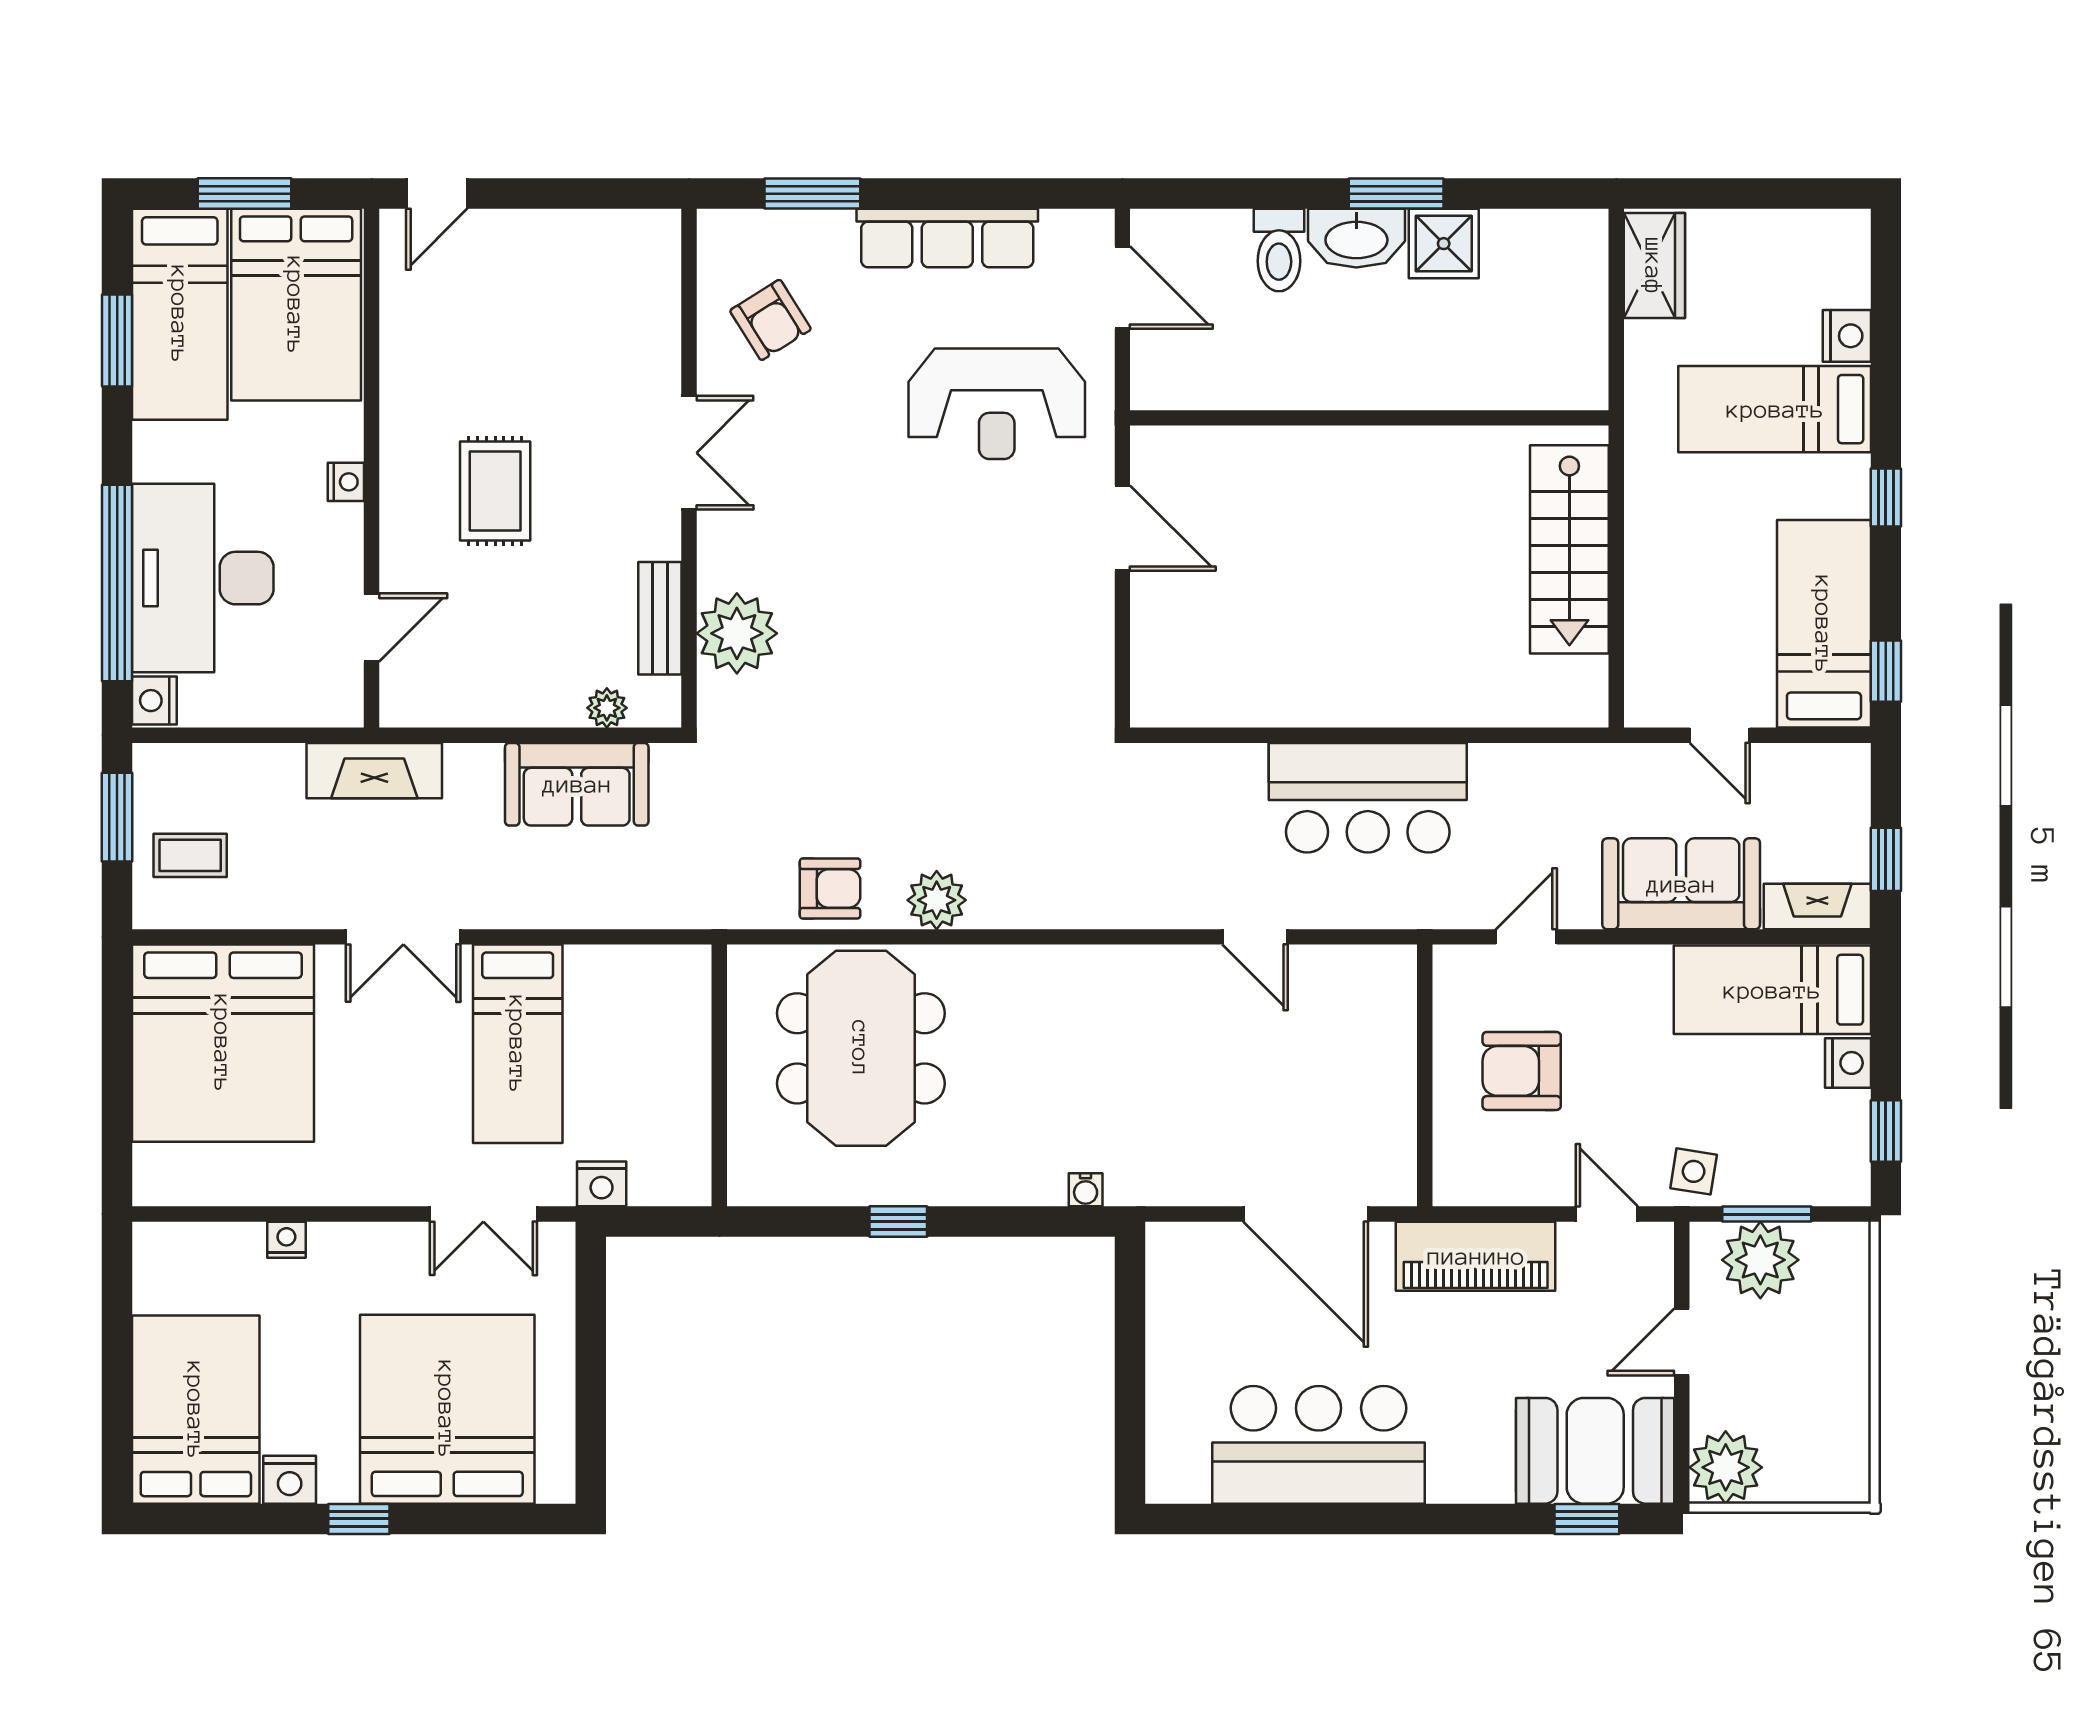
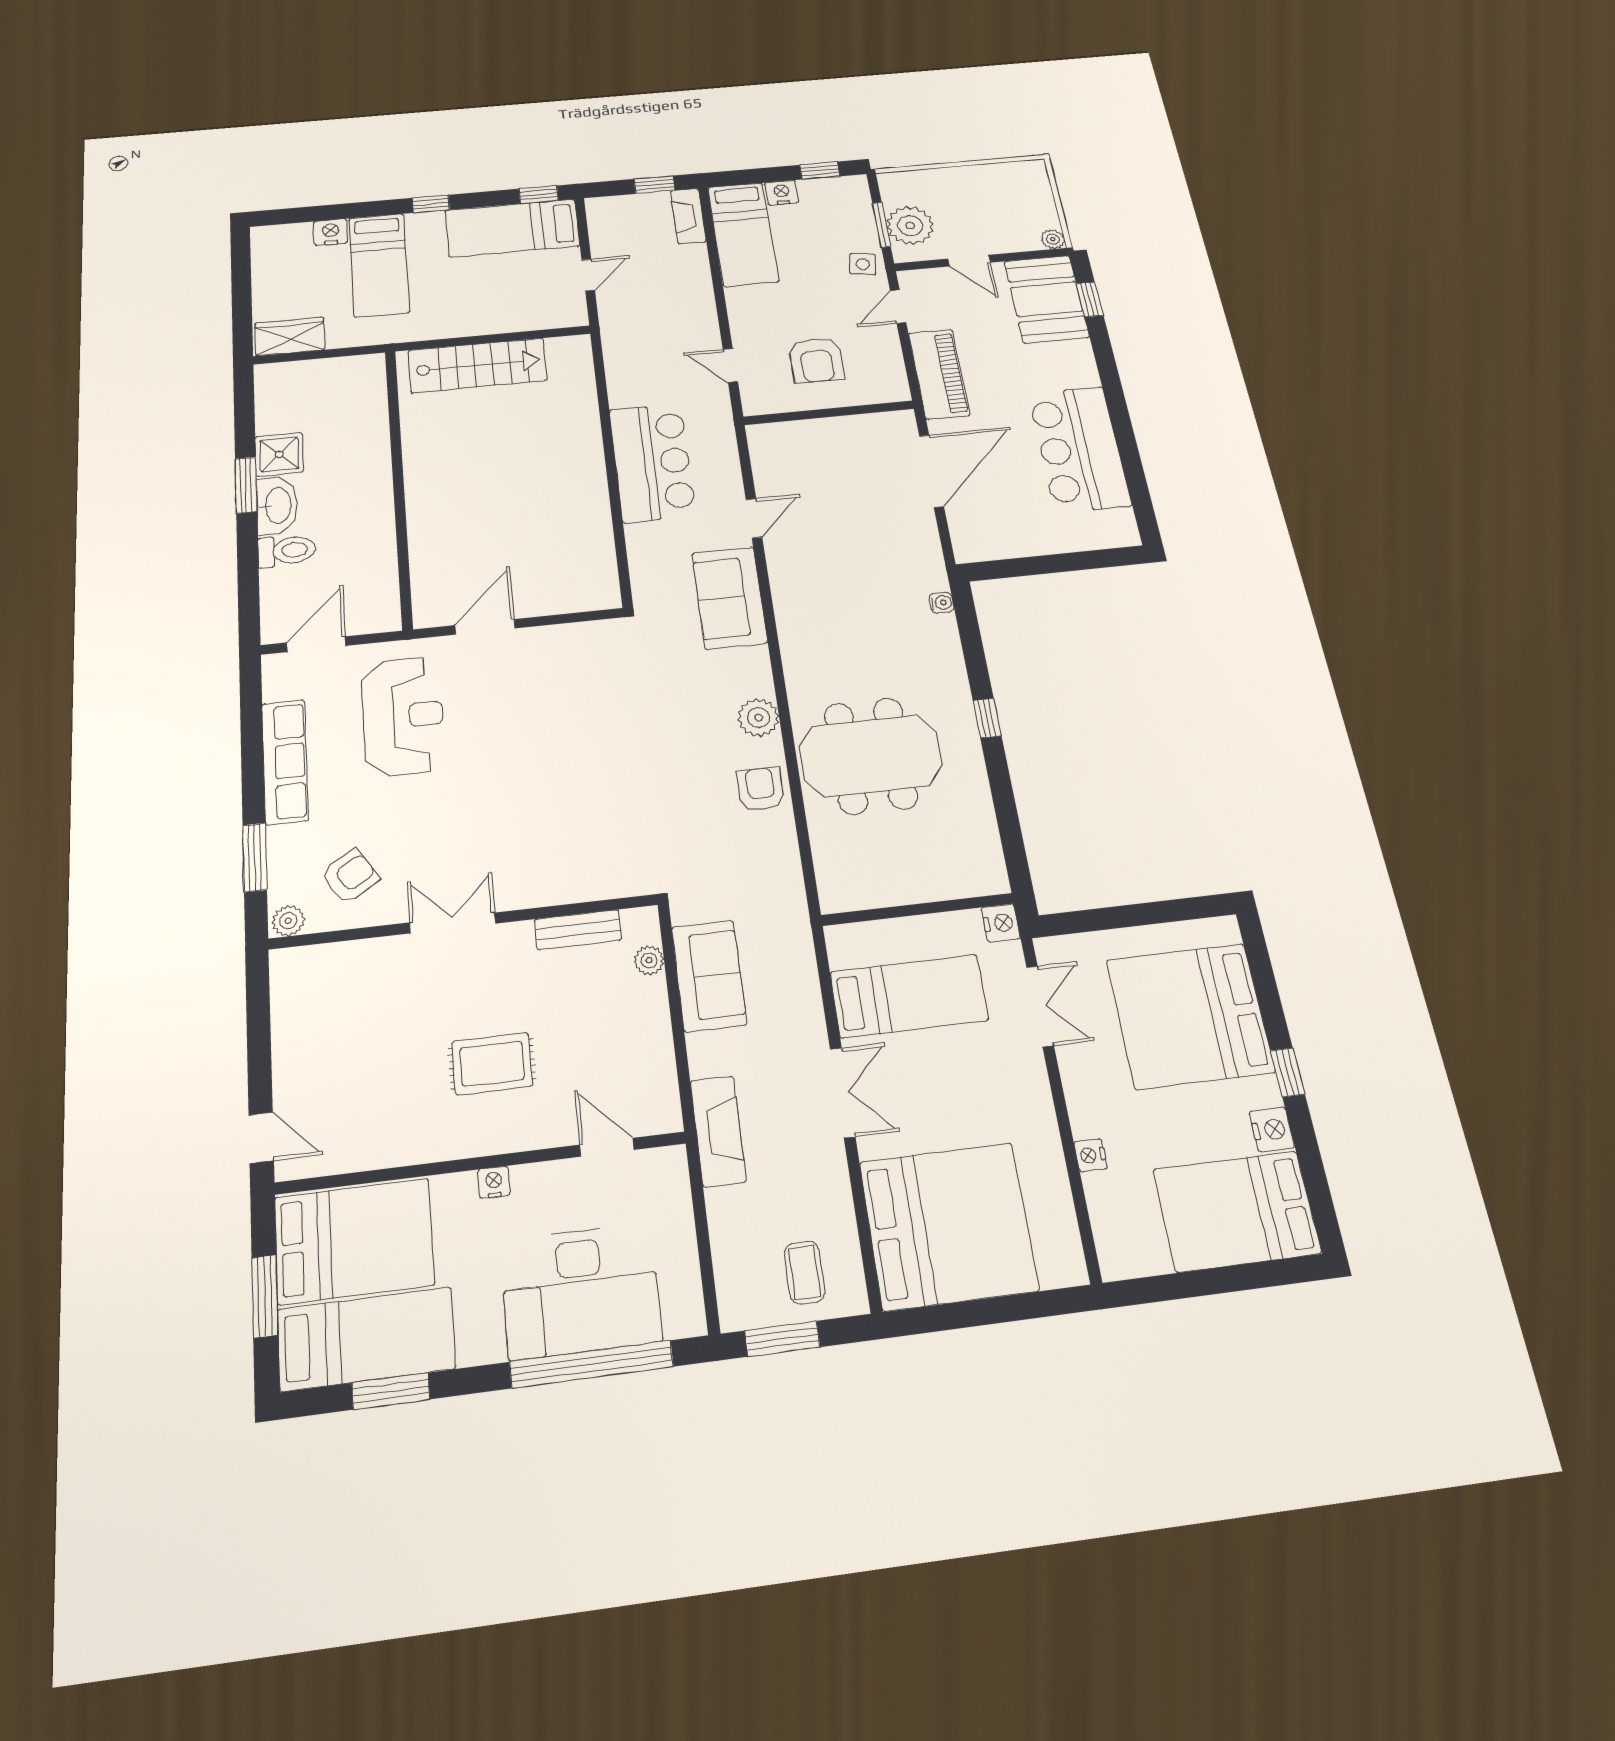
plant: (737, 633) -> (288, 921), moved, width x0.53, depth x0.53
nightstand: (154, 701) -> (684, 1319), removed
sofa: (1681, 884) -> (730, 598), moved
wall: (719, 1075) -> (918, 909), moved
plant: (1726, 1467) -> (1053, 239), width x0.53, depth x0.53

